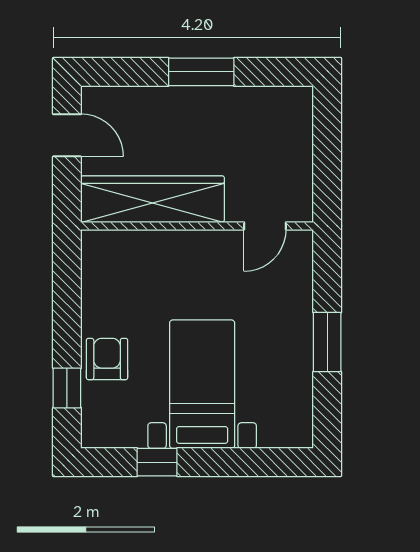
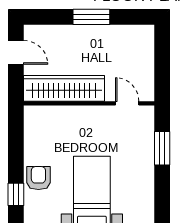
door: (265, 226) -> (127, 103), swing flipped
window: (327, 342) -> (162, 148), moved

